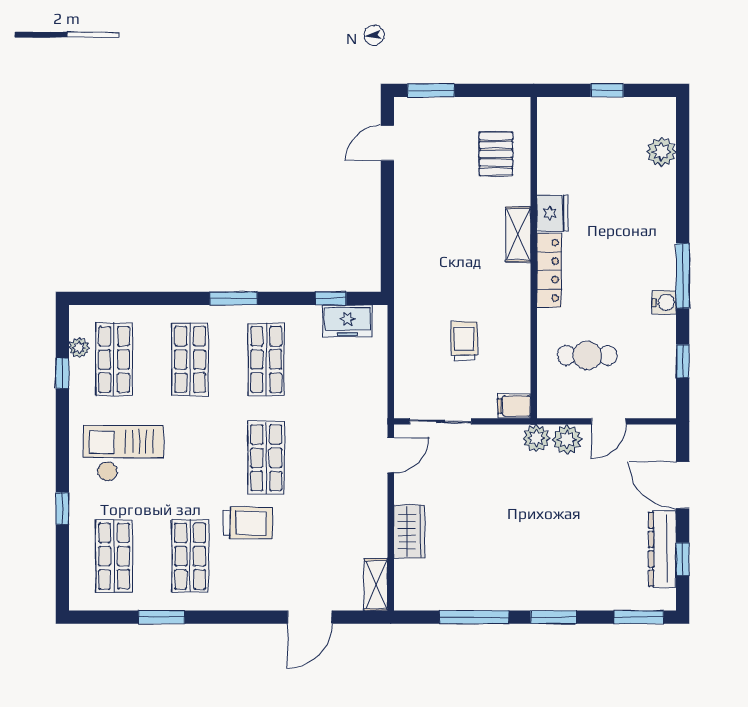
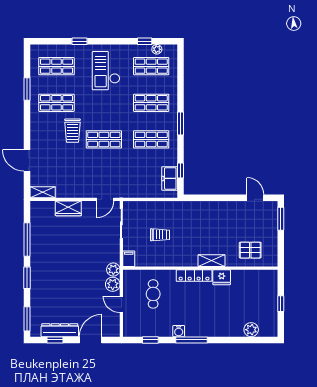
checkout: (123, 453) -> (106, 71), turned 180
door: (391, 455) -> (105, 199), hinge flipped

